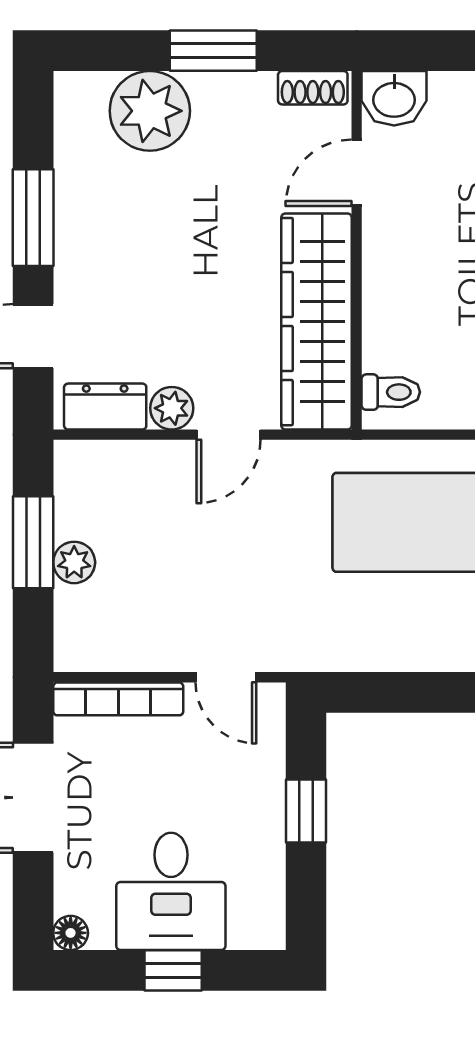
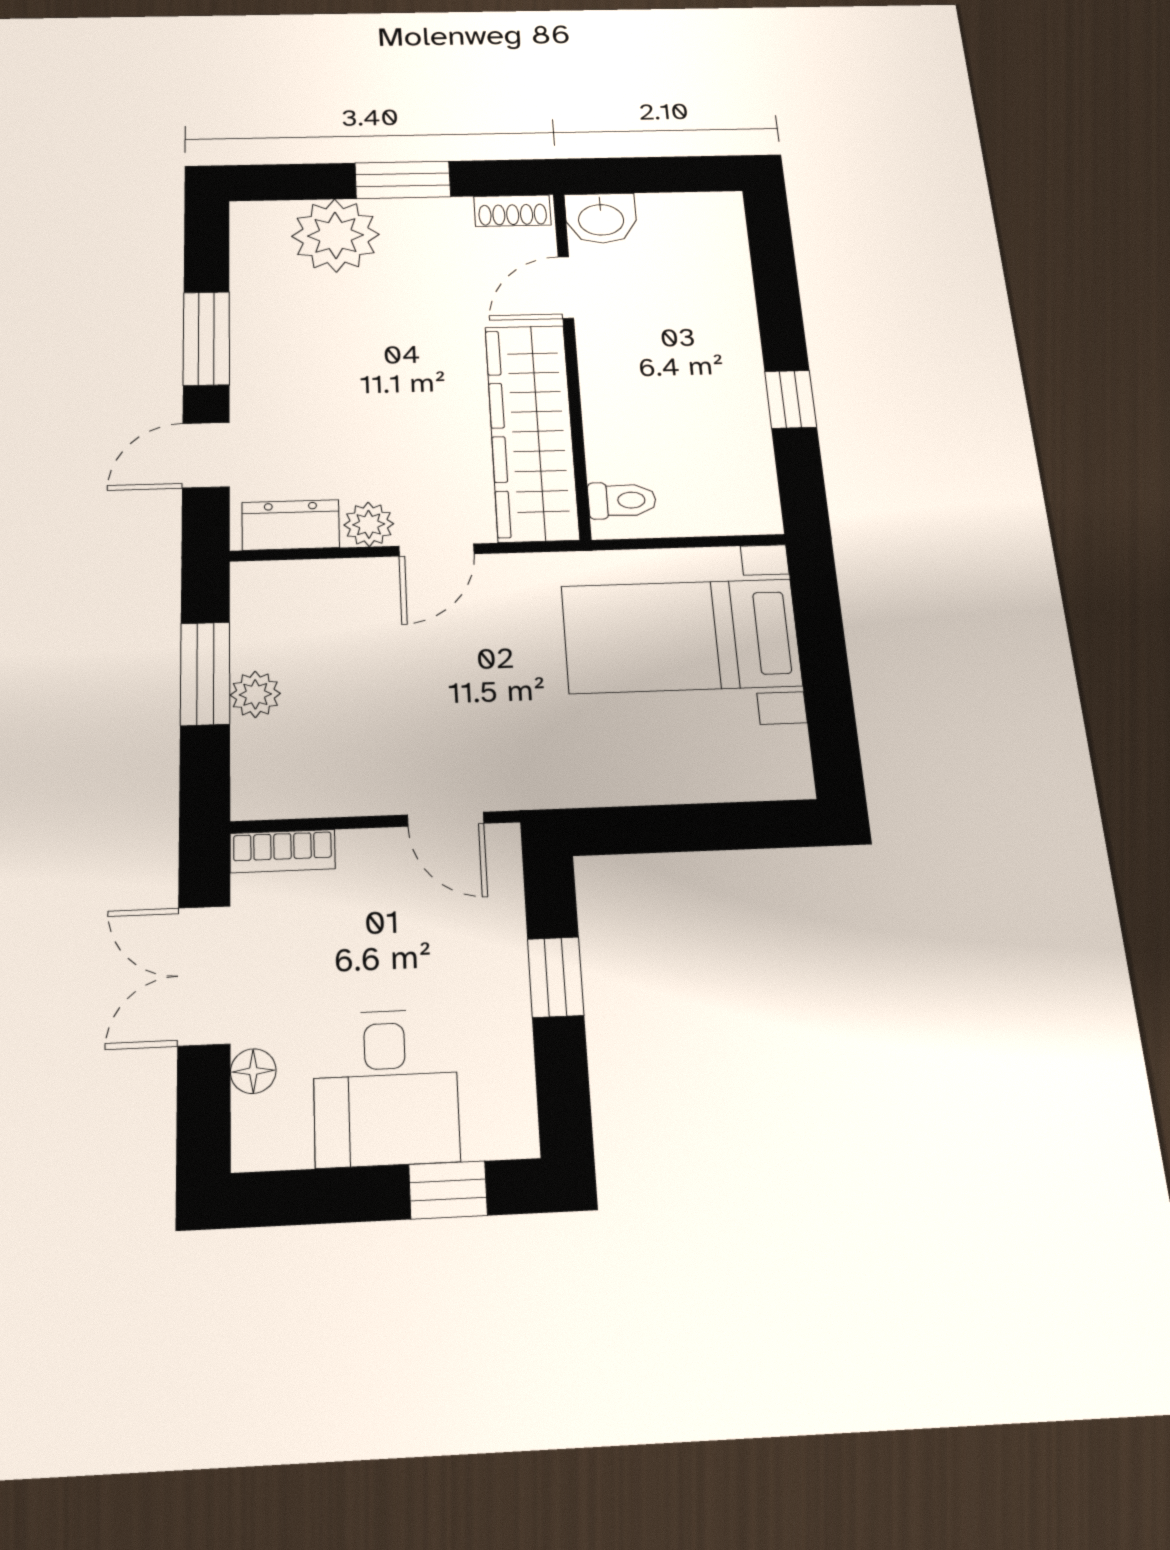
bookcase: (118, 699) -> (283, 851), width x0.64
floor lamp: (71, 933) -> (253, 1071), moved
window: (173, 970) -> (448, 1190), moved

